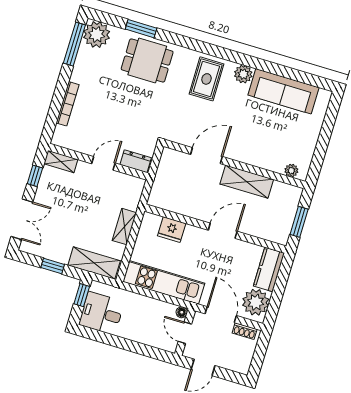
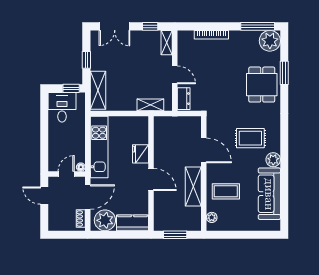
rug: (207, 79) -> (250, 138), moved
coffee table: (265, 144) -> (226, 191), added
shelving: (124, 227) -> (150, 105), moved
fridge: (172, 230) -> (140, 154), moved

